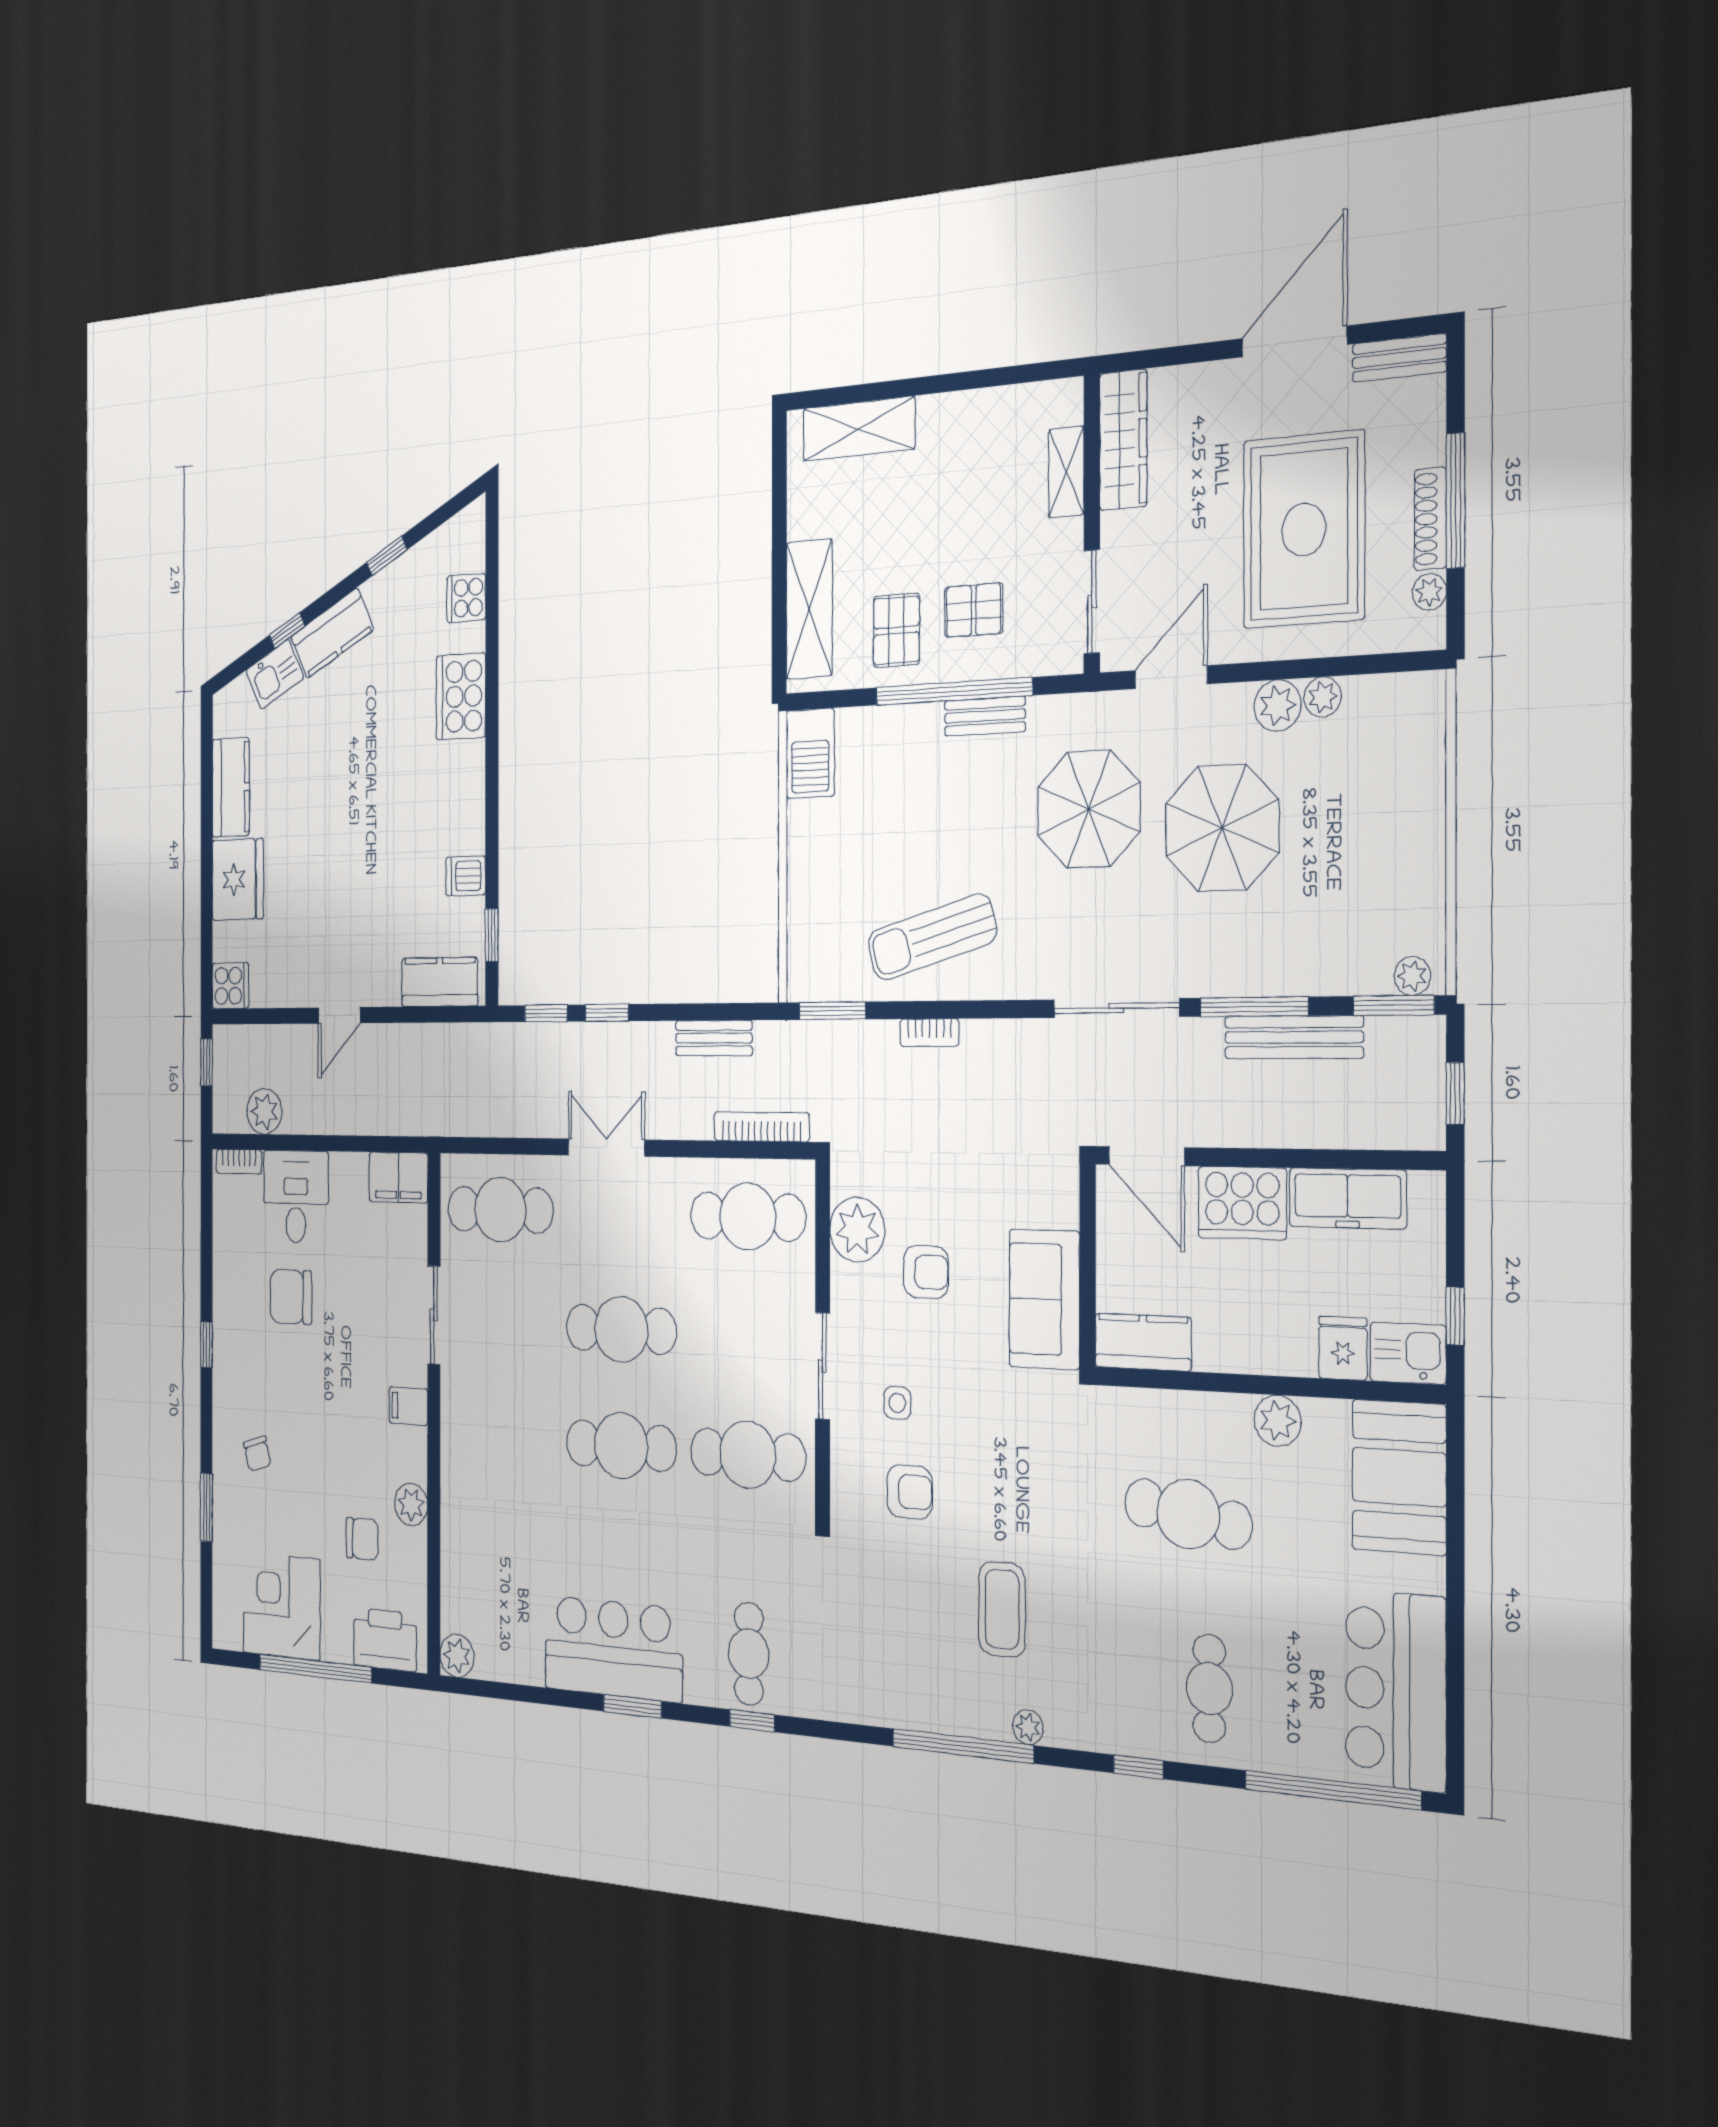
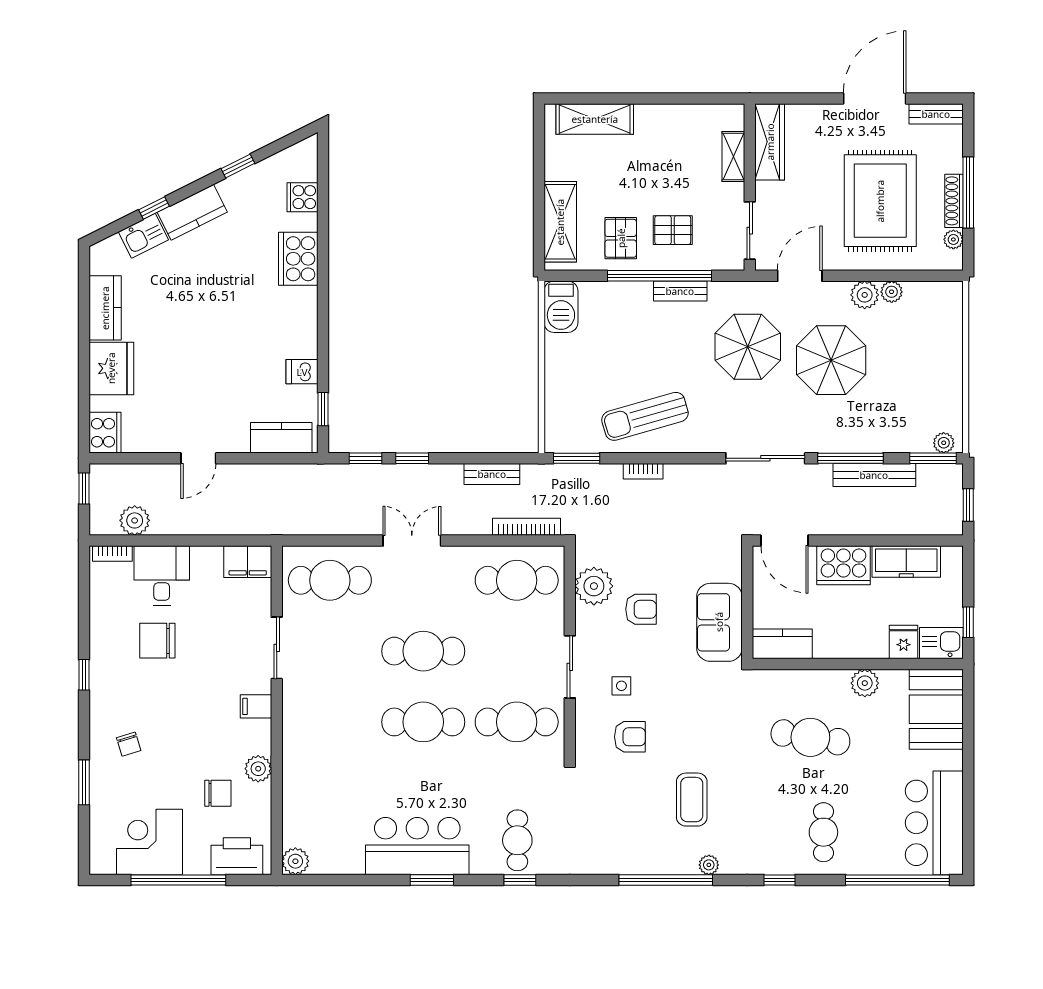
cooker: (230, 986) -> (105, 433), width x1.36

